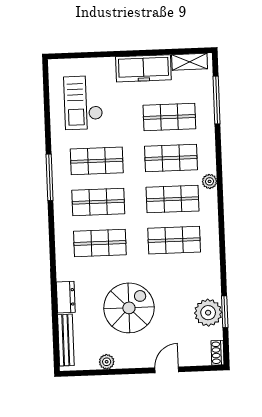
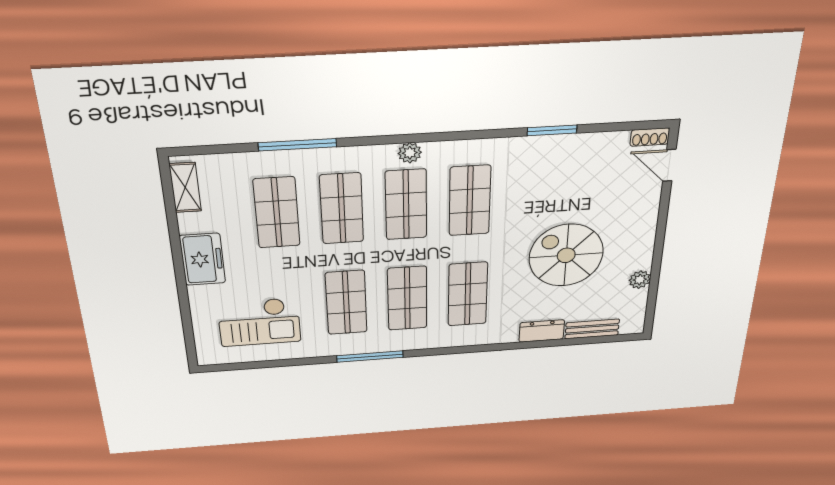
freezer: (143, 68) -> (203, 259), width x0.71
window: (217, 100) -> (297, 145), moved
plant: (210, 181) -> (410, 153), moved
window: (225, 312) -> (552, 130), moved
plant: (208, 313) -> (586, 152), removed
bench: (66, 340) -> (592, 329), width x0.73
door: (167, 370) -> (669, 165), moved

